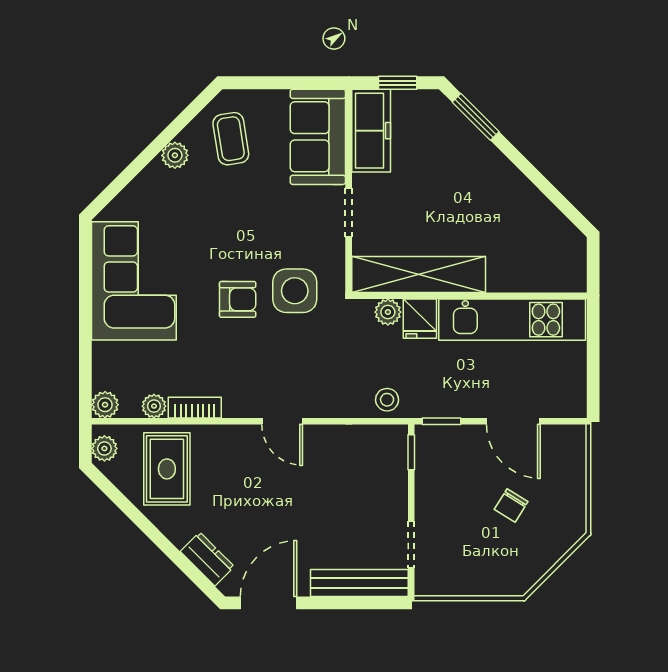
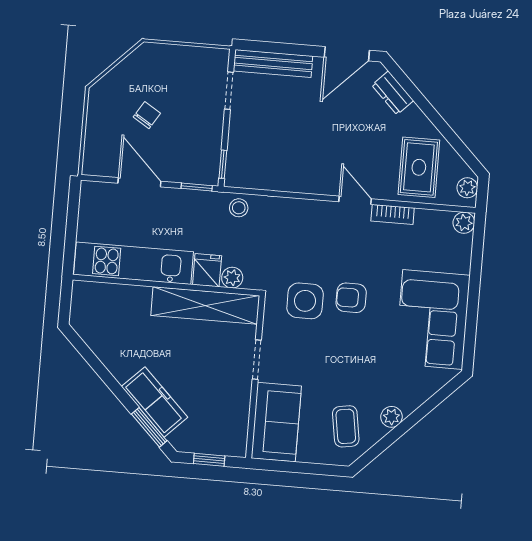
freezer: (371, 131) -> (154, 402), moved, turned 135
plant: (154, 406) -> (425, 218), removed
door: (282, 421) -> (355, 200), moved

